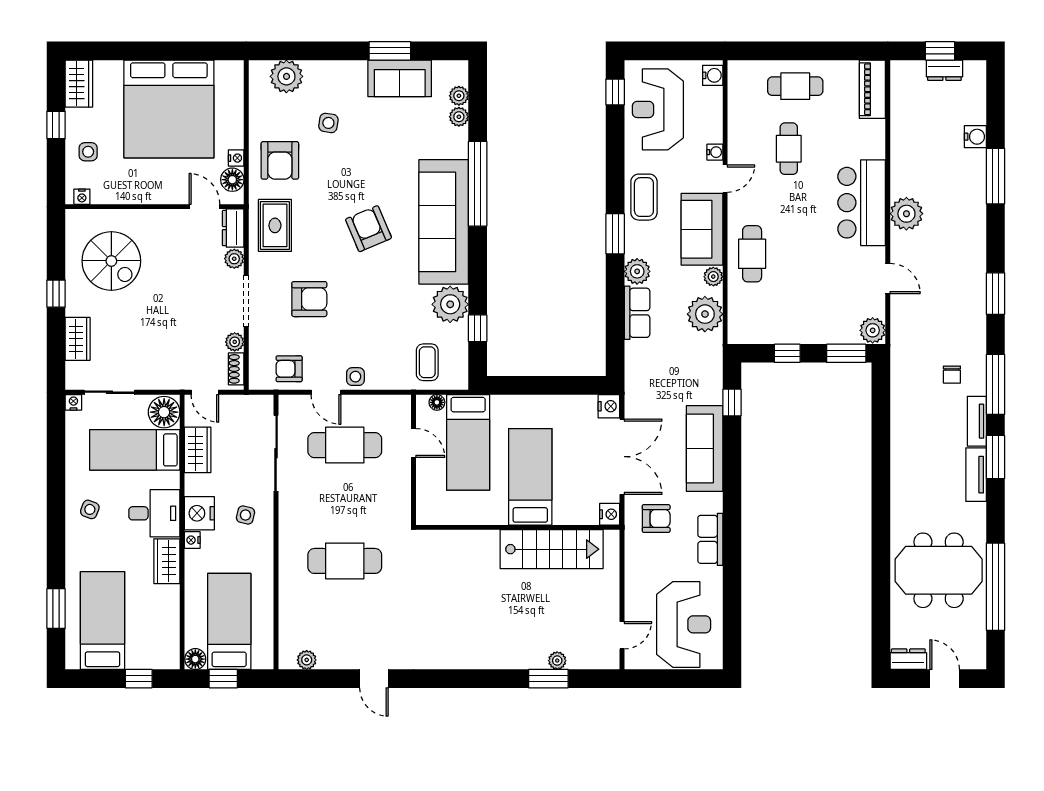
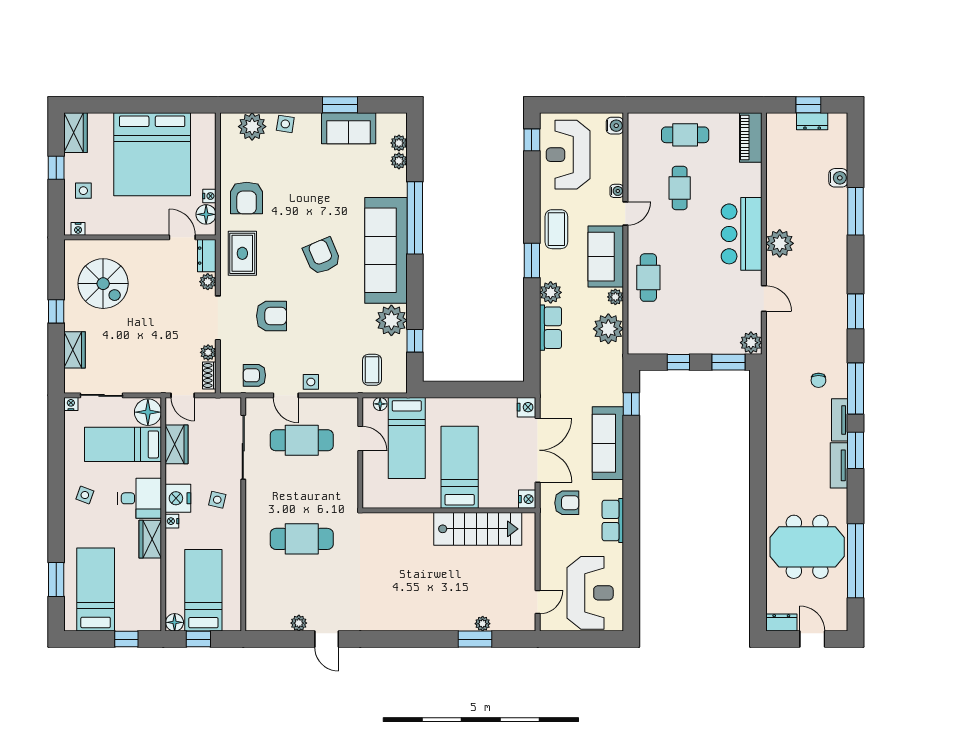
side table: (328, 123) -> (285, 124), moved
plant: (307, 660) -> (299, 623), moved

